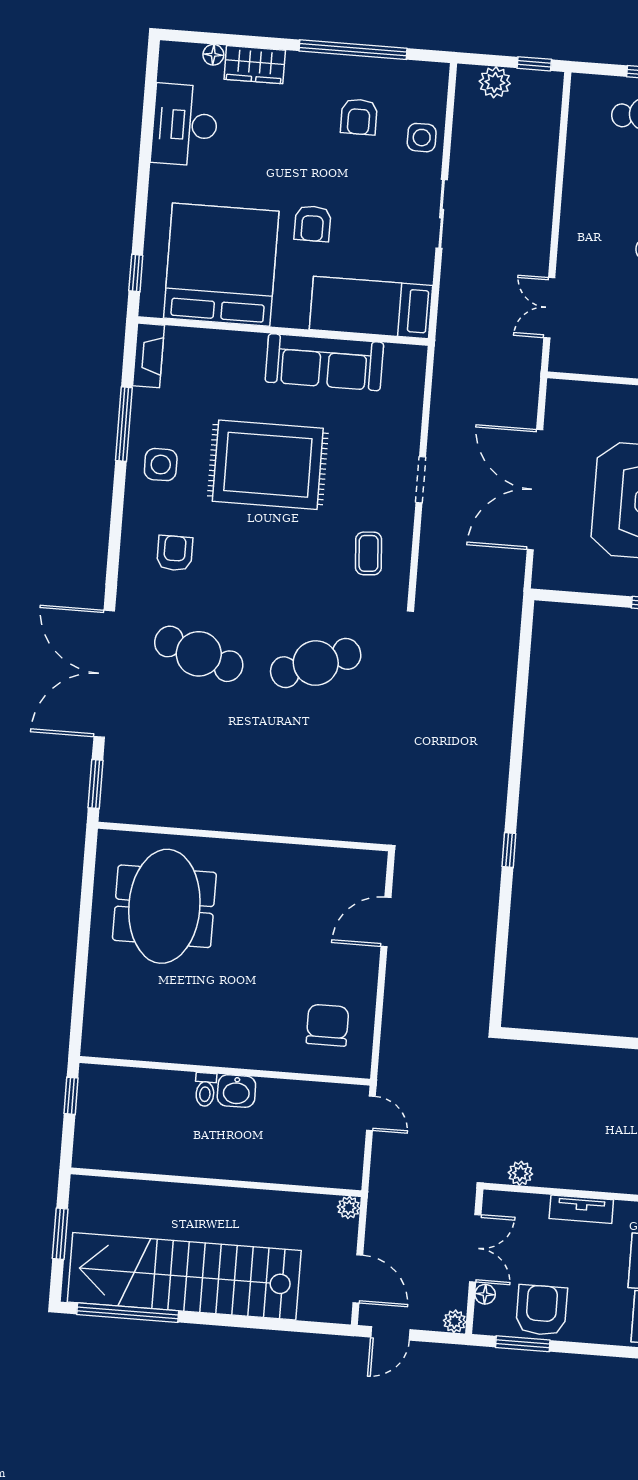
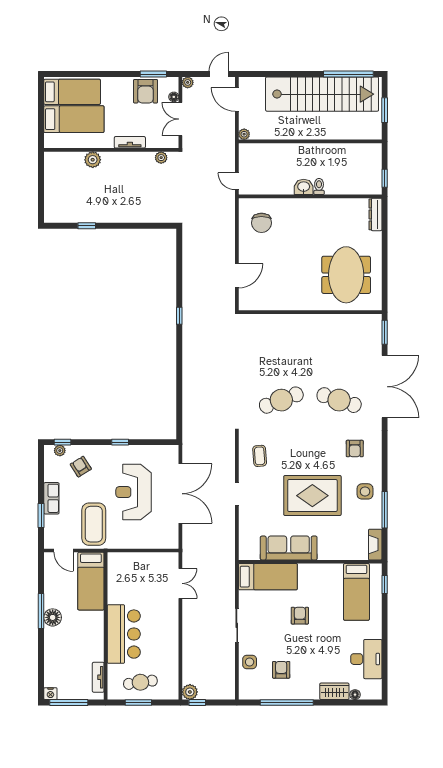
plant: (495, 82) -> (190, 692), moved
bed: (221, 265) -> (356, 592), width x0.49
dresser: (95, 1024) -> (375, 214), added

